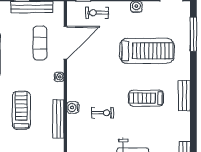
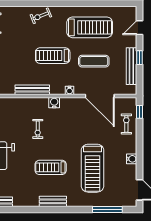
exercise mat: (40, 43) -> (94, 61), moved
treadmill: (146, 98) -> (51, 167), turned -90
water cooler: (73, 108) -> (54, 103), moved
treadmill: (21, 110) -> (53, 56), moved, turned 180

